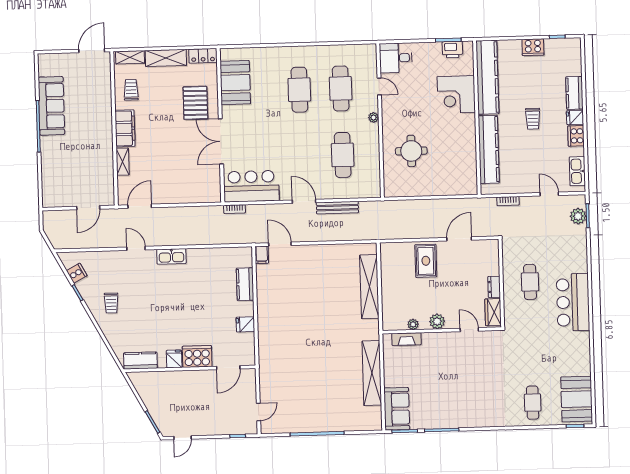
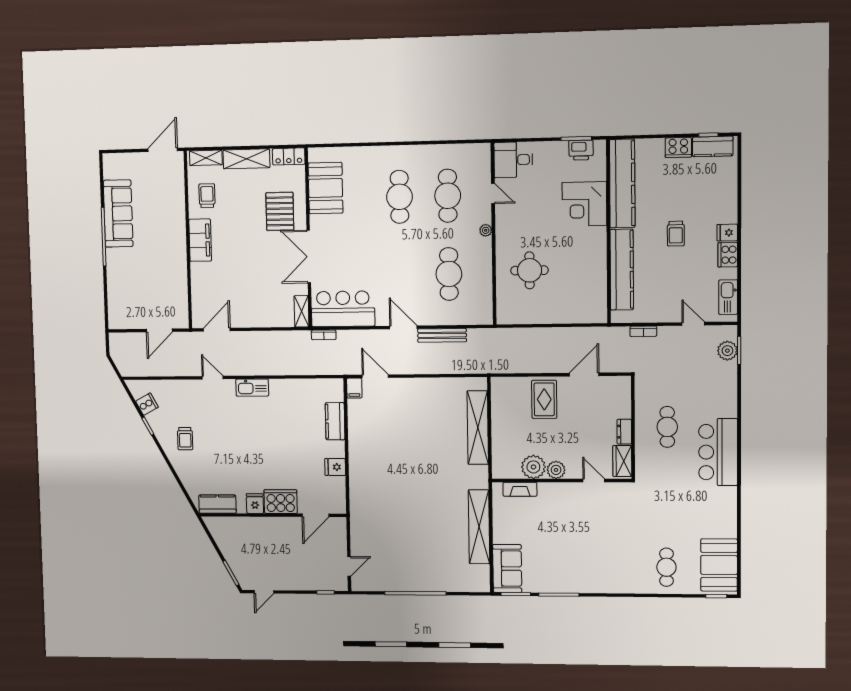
kitchen counter: (574, 93) -> (713, 146), moved, turned -90
shelving: (123, 162) -> (301, 311), moved
plant: (413, 324) -> (533, 467), width x1.87, depth x1.87

